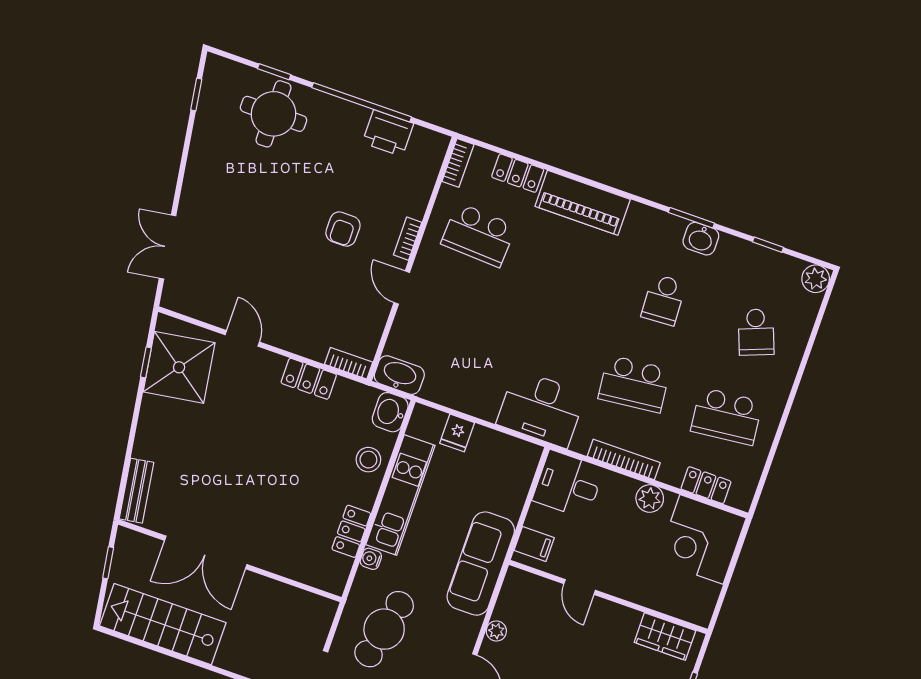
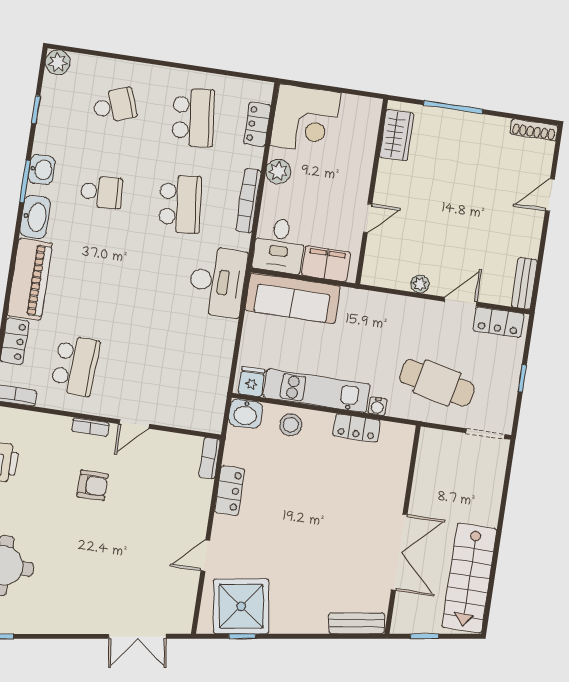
washbasin: (399, 375) -> (35, 217), moved, turned 180
fridge: (457, 433) -> (252, 382), moved, turned -90
filing cabinet: (534, 544) -> (326, 264), width x2.00
sofa: (481, 564) -> (293, 298), moved

